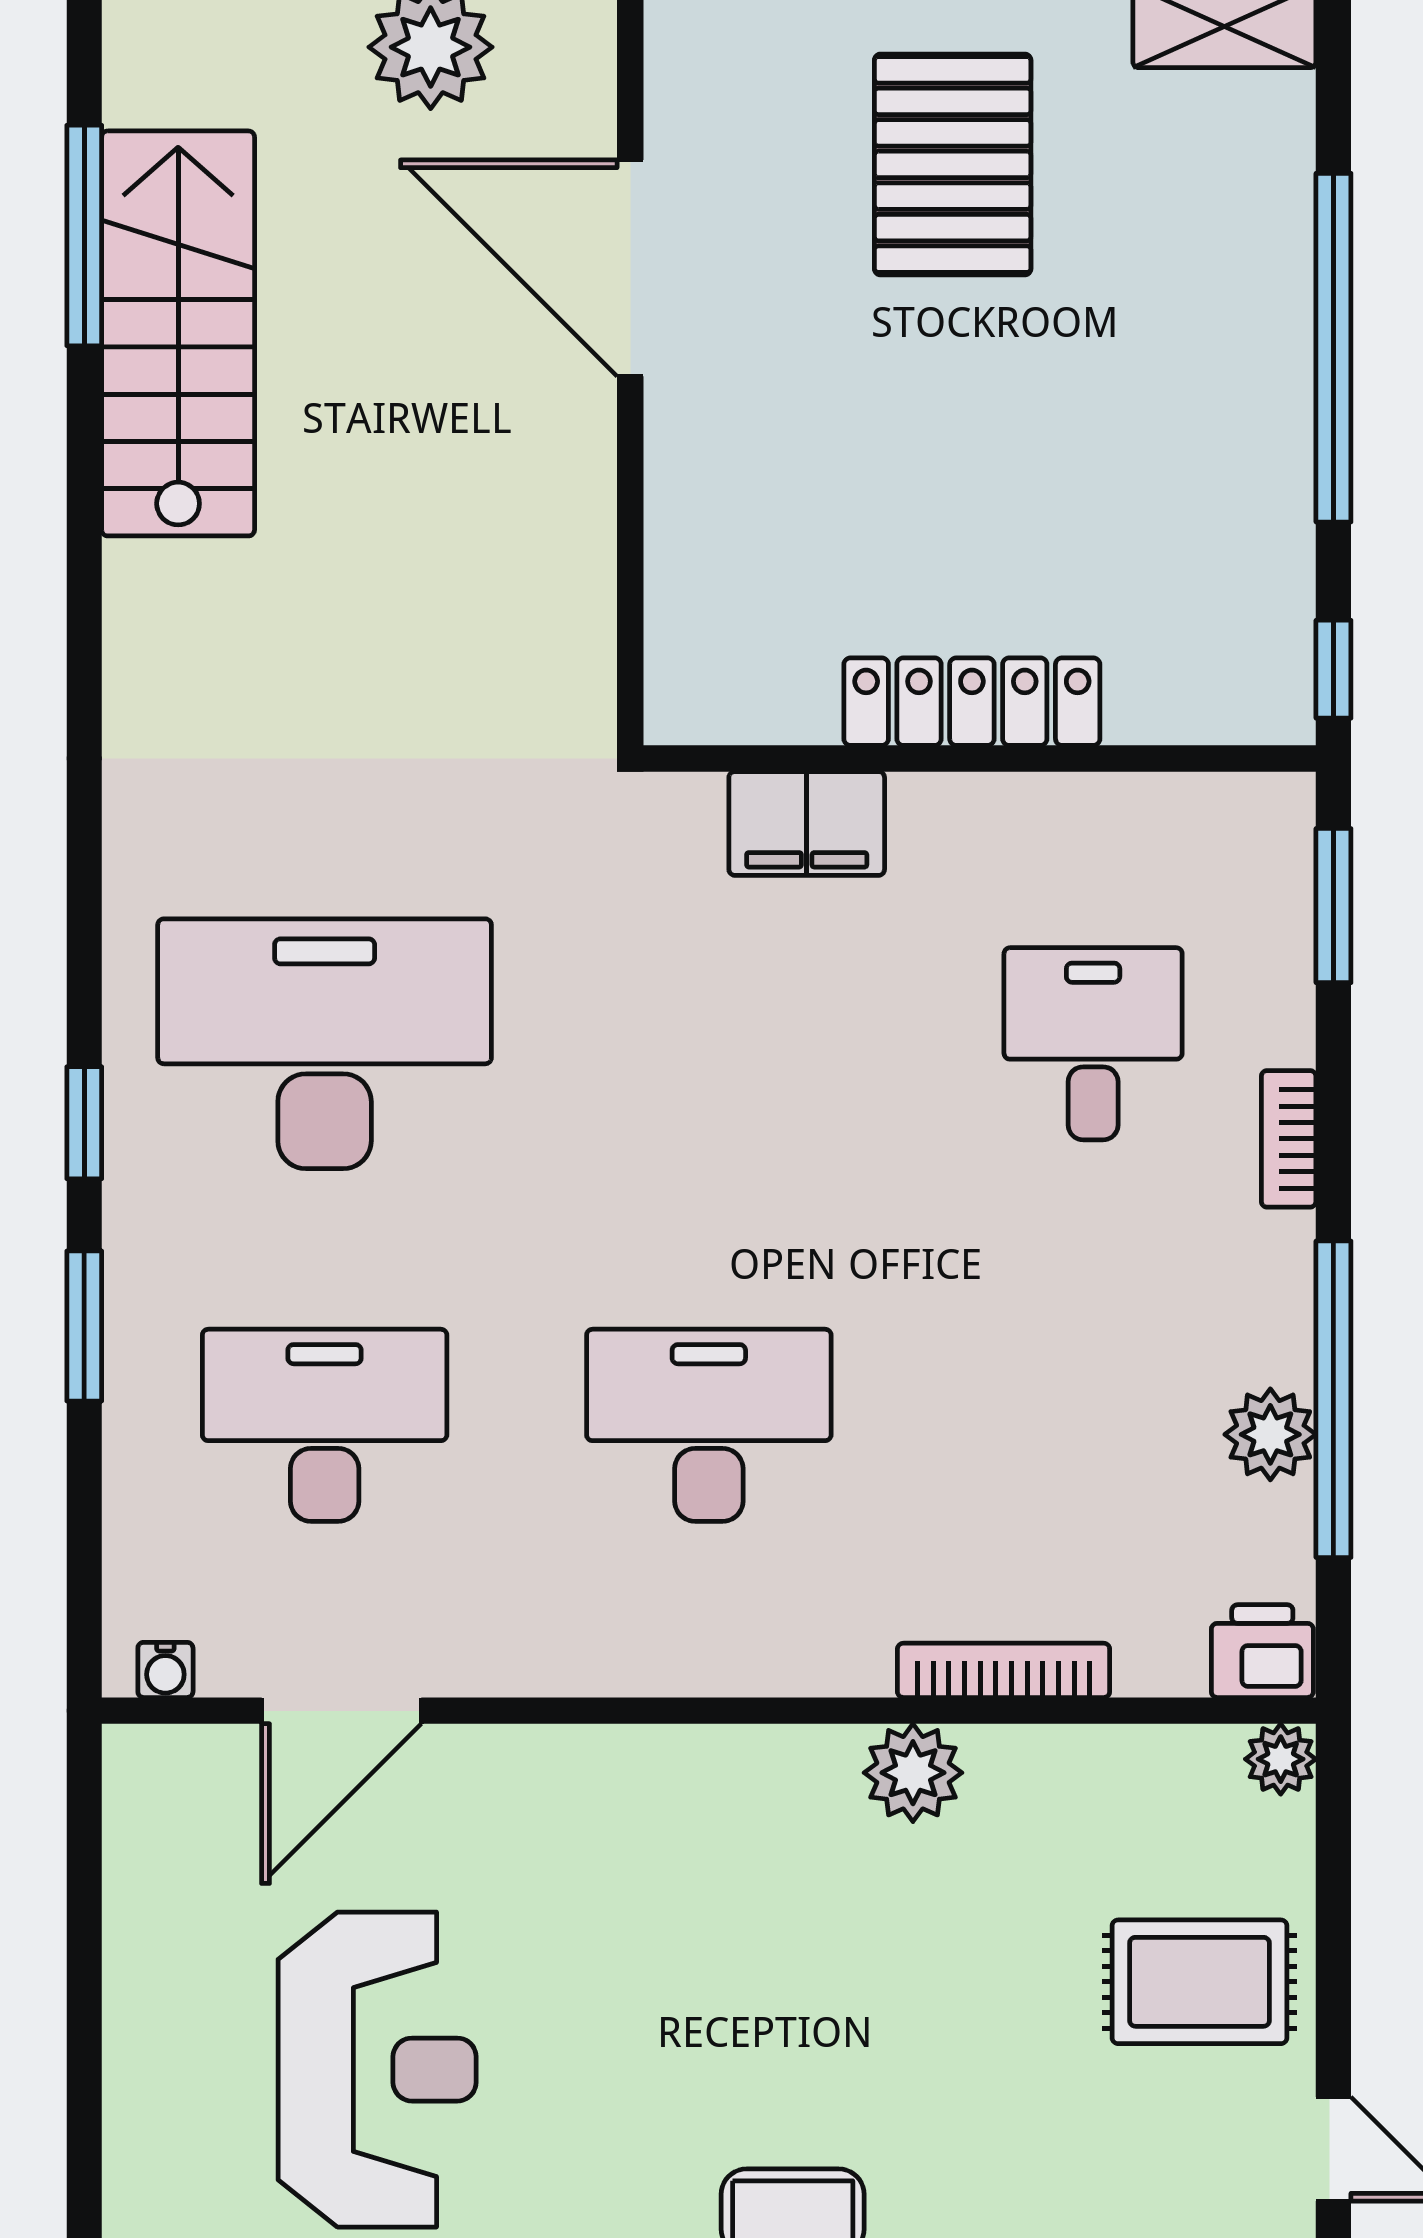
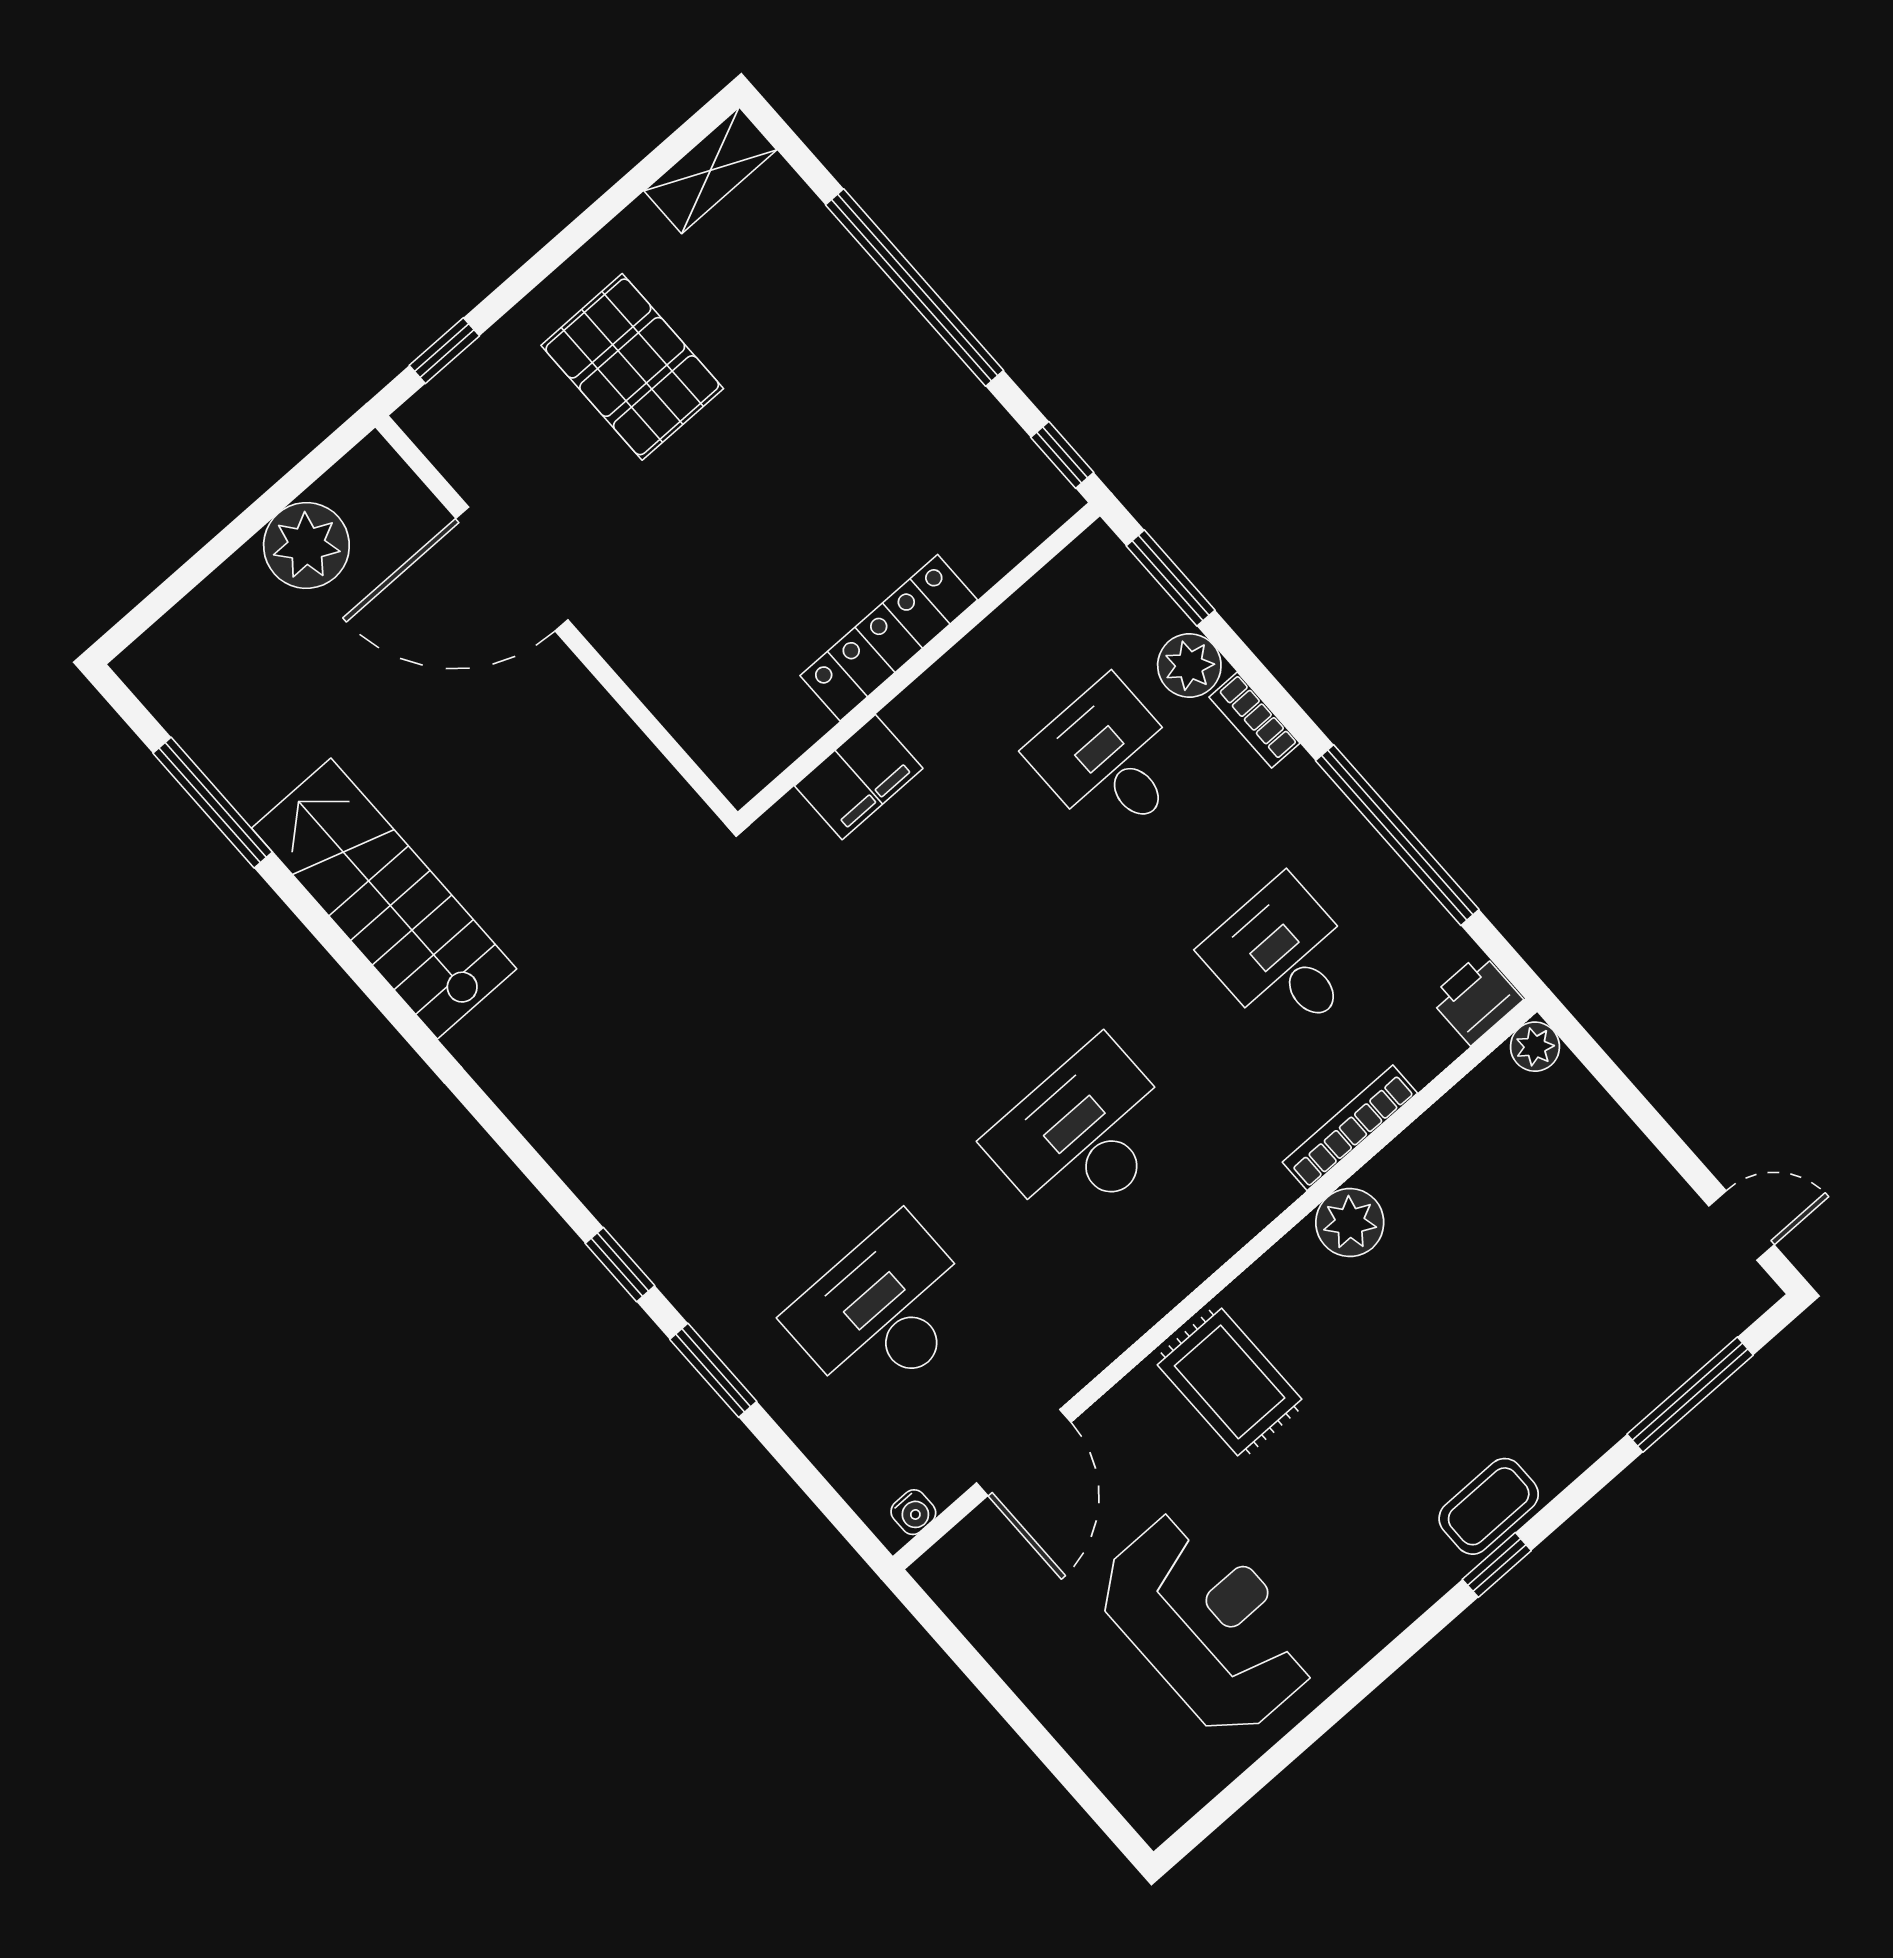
stairs: (178, 333) -> (384, 898), moved
desk: (325, 1044) -> (1284, 959), moved, width x0.53, depth x0.77
plant: (1270, 1434) -> (1189, 665), moved
rug: (1199, 1982) -> (1230, 1382), moved, turned 90

